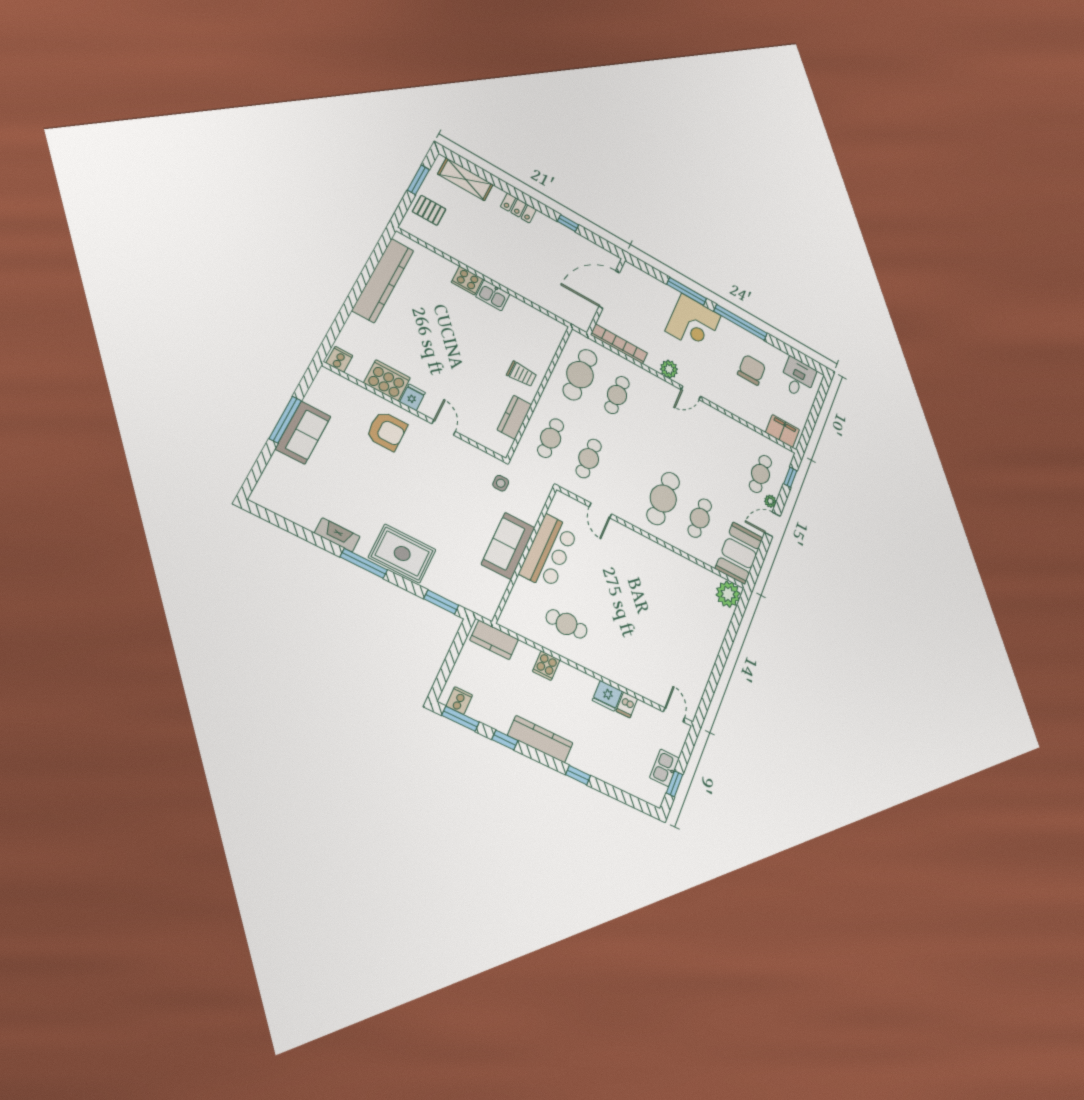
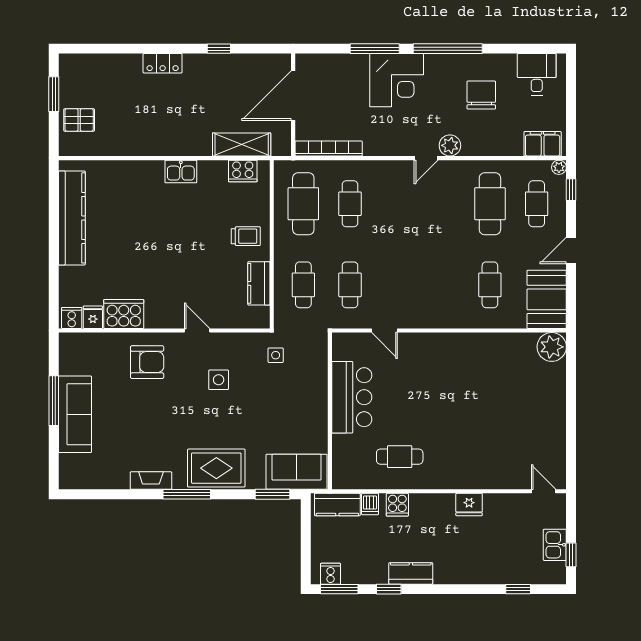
shelving: (465, 179) -> (242, 145), moved
cooker: (467, 281) -> (243, 171), moved
plant: (669, 369) -> (450, 145), moved
fridge: (412, 397) -> (93, 317), moved
sofa: (303, 433) -> (75, 414), width x1.36
side table: (442, 478) -> (219, 380), added
cafe table: (663, 498) -> (490, 204), moved
plant: (770, 501) -> (559, 167), moved
sofa: (508, 546) -> (296, 472), moved, turned 90
dishwasher: (627, 705) -> (370, 504), moved
kitchen counter: (540, 739) -> (411, 573), width x0.67
window: (578, 775) -> (518, 589), moved

